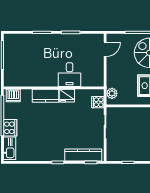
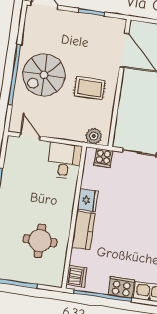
round table: (34, 67) -> (40, 241), added
desk: (70, 75) -> (64, 161), moved, turned -90

